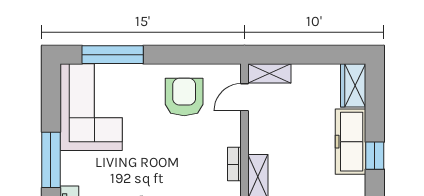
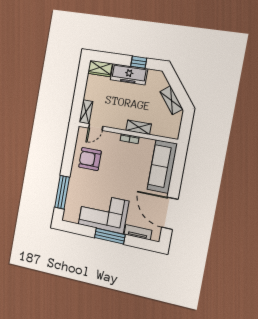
door: (245, 97) -> (96, 127), hinge flipped
corner sofa: (91, 107) -> (104, 213), moved

